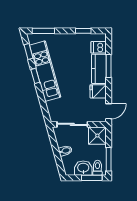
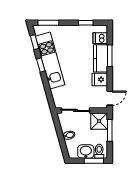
window: (109, 159) -> (110, 130), moved

